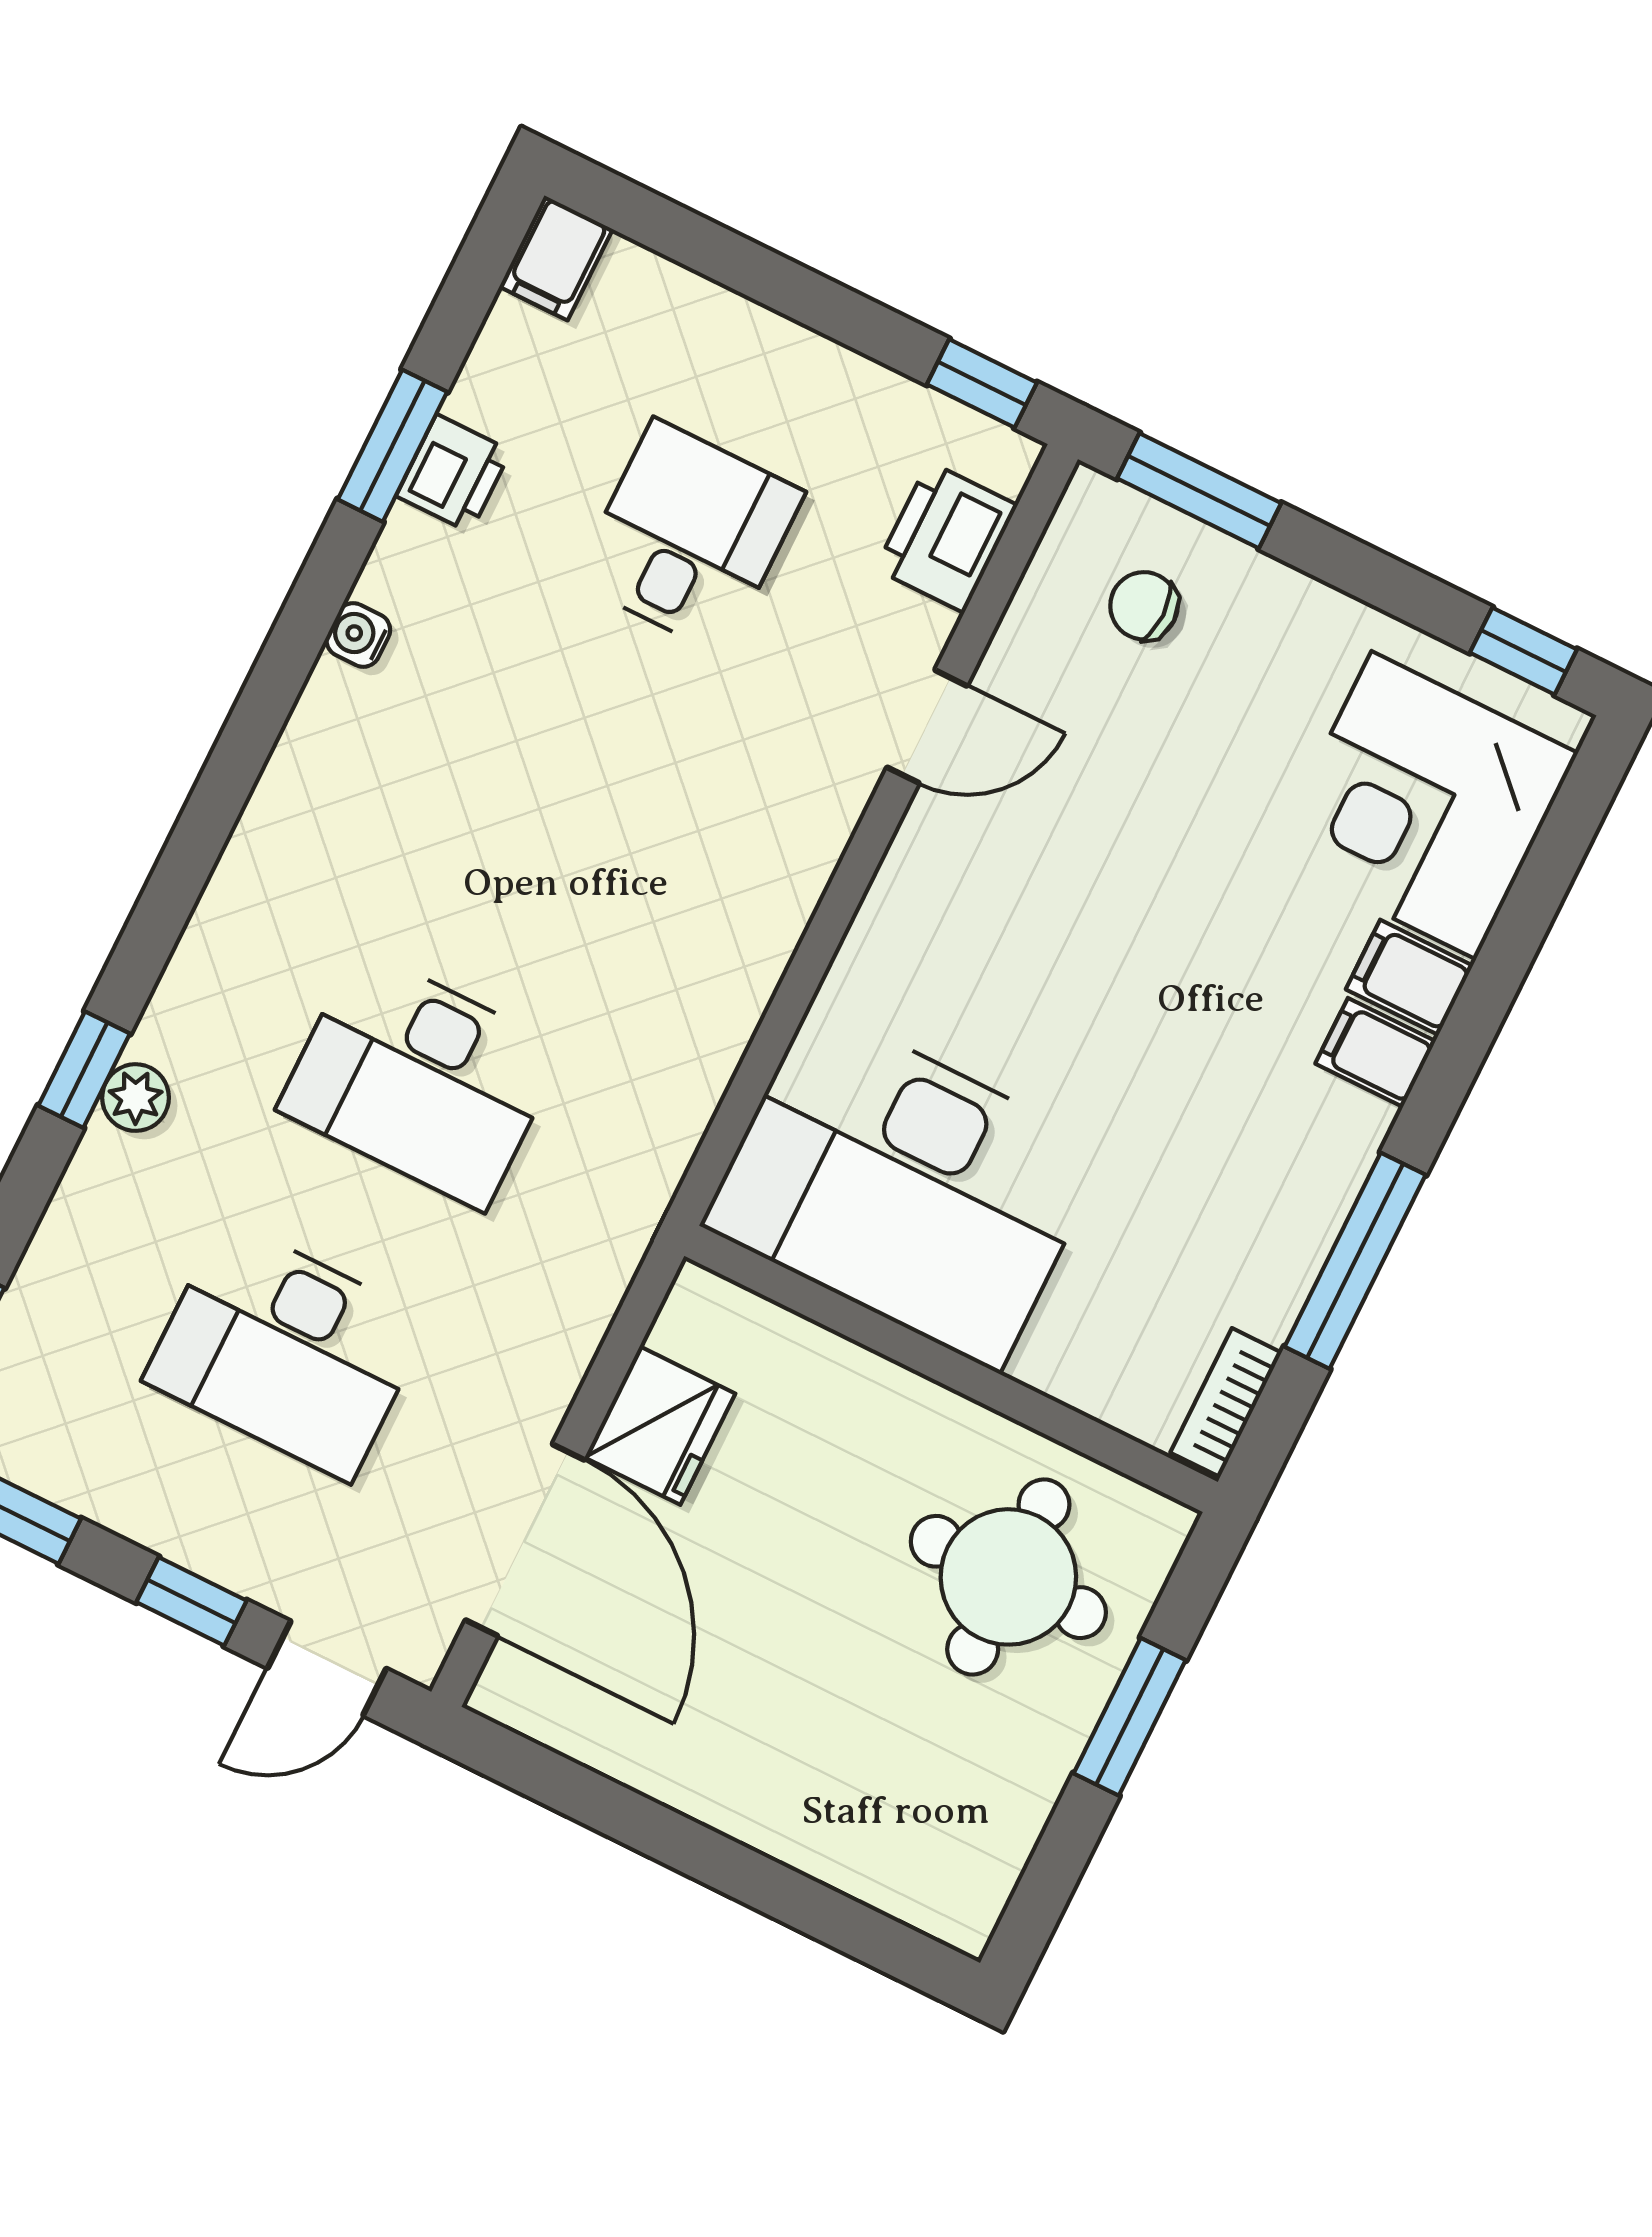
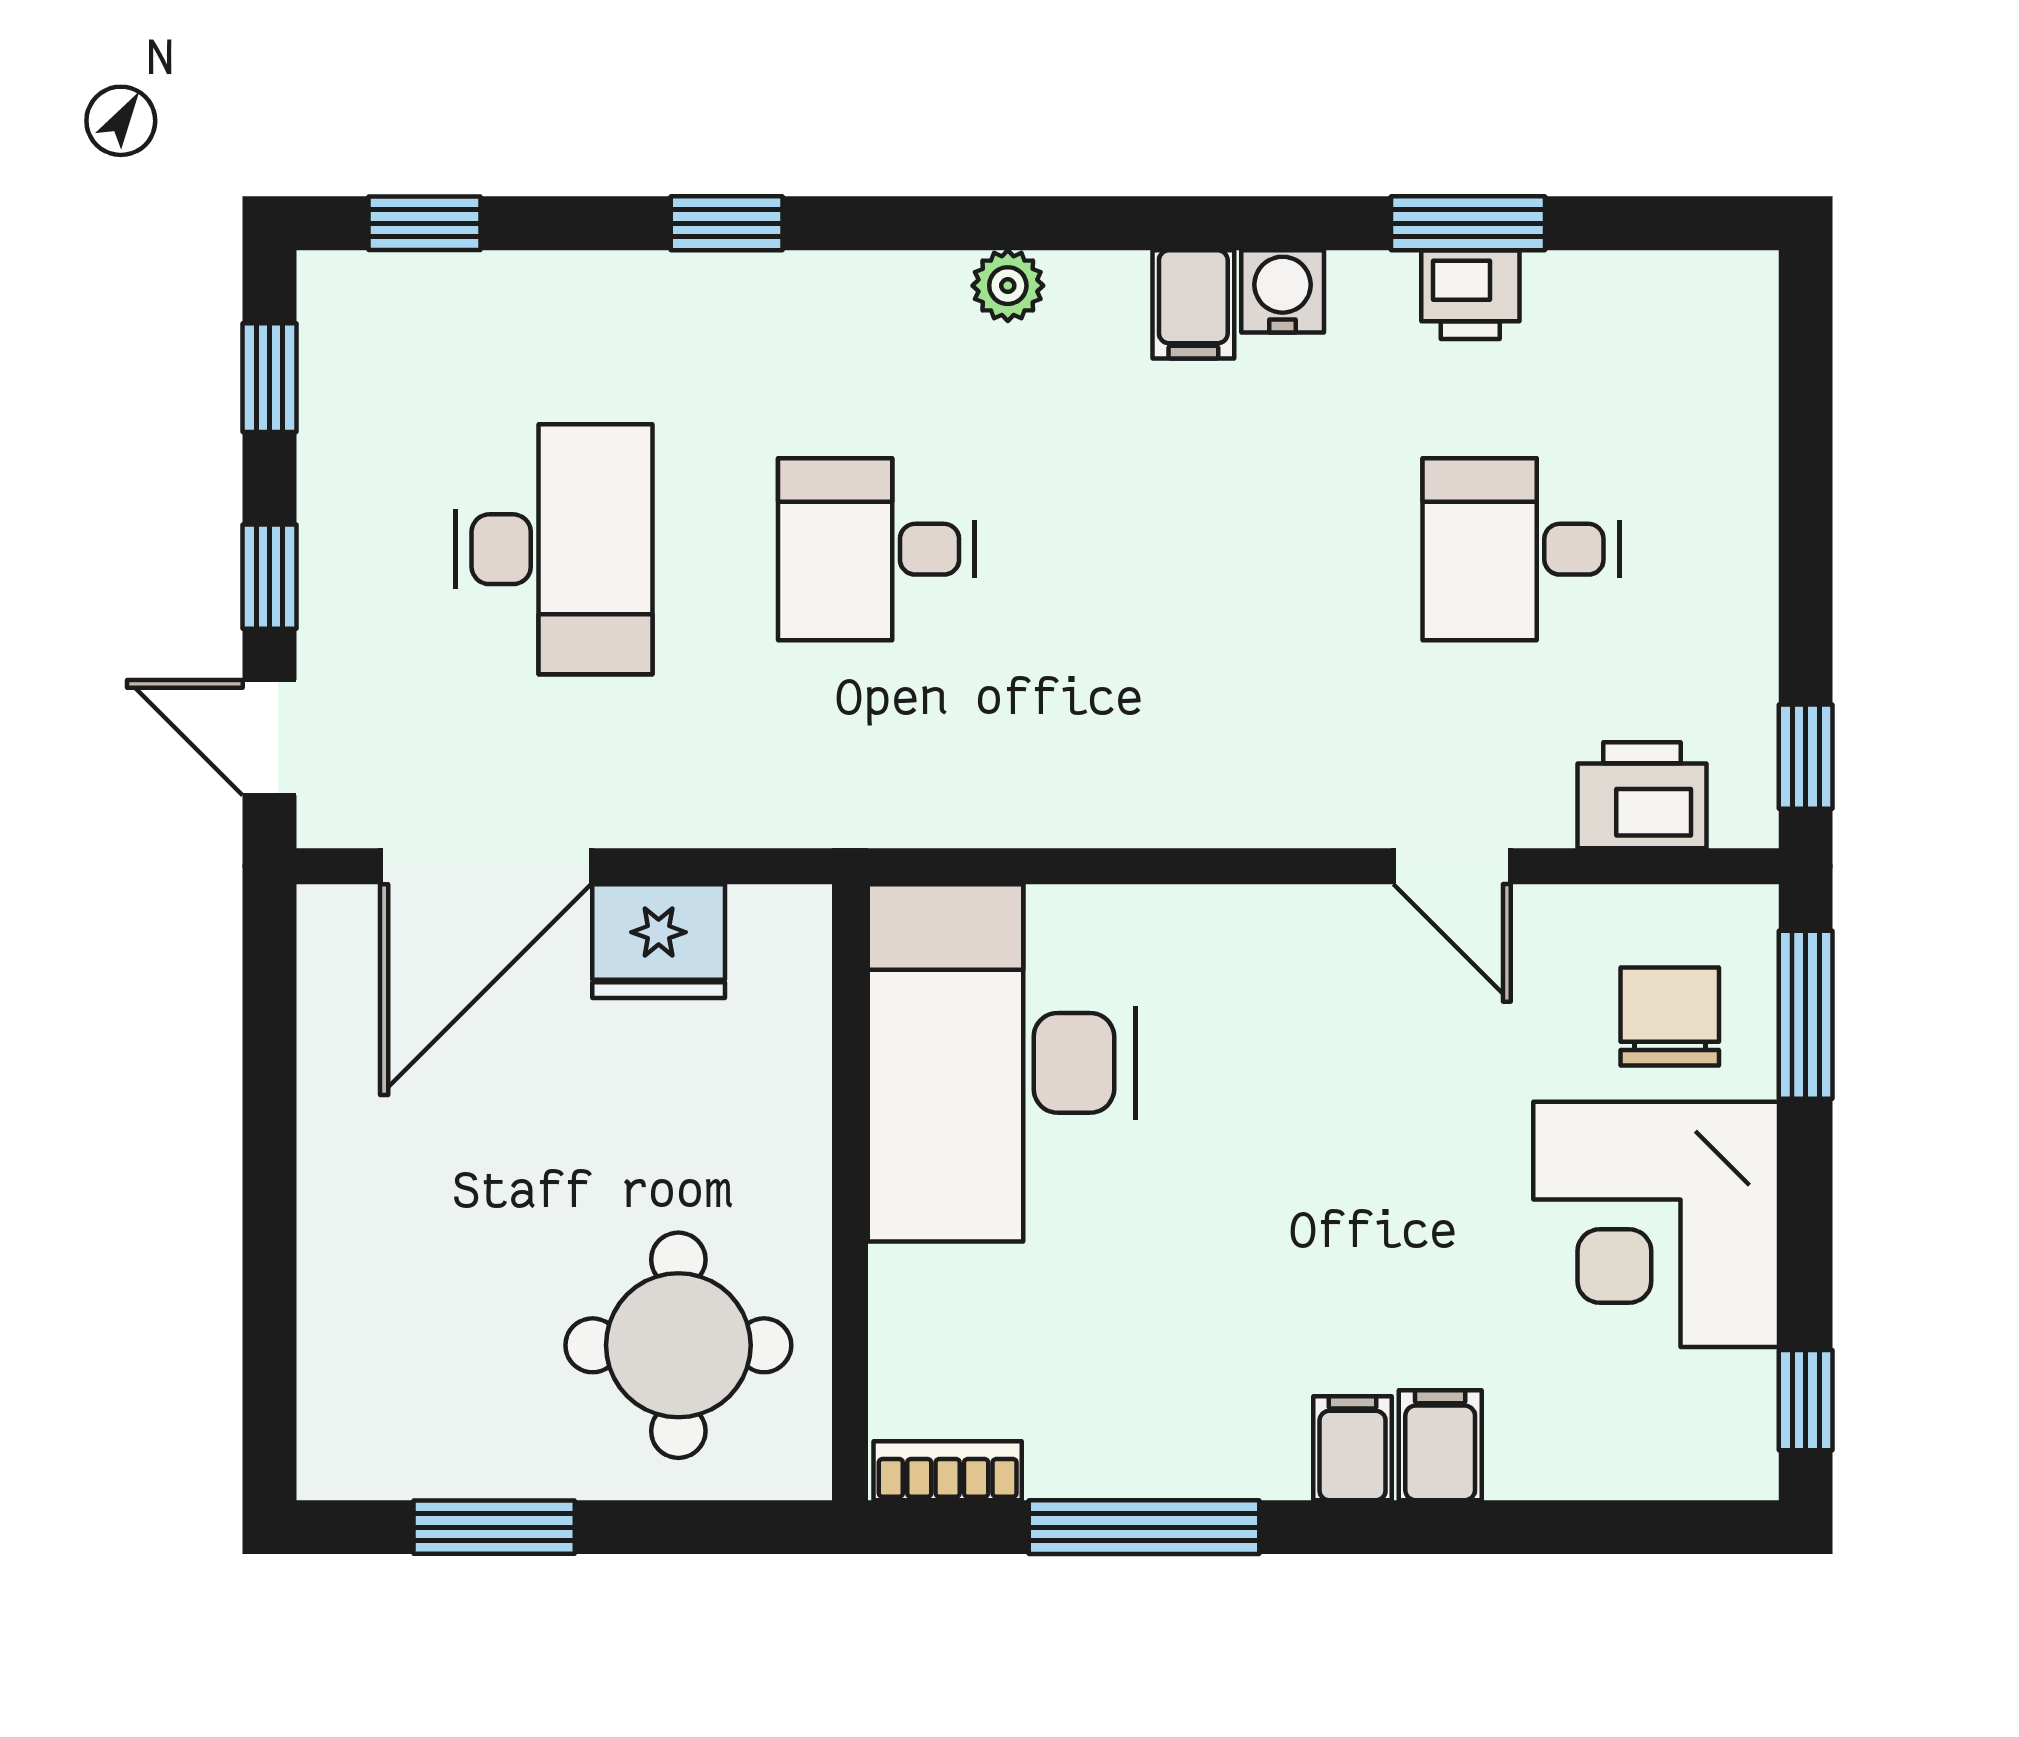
filing cabinet: (556, 258) -> (1193, 304), moved, turned -90
desk: (689, 537) -> (1521, 549), turned 180
chair: (1144, 606) -> (1670, 1016), width x1.37, depth x1.37
water cooler: (358, 635) -> (1283, 291), width x1.38, depth x1.38
corner desk: (1424, 805) -> (1656, 1224), moved, turned -90
desk: (421, 1079) -> (876, 549), width x0.73
plant: (136, 1098) -> (1008, 286), moved
desk: (287, 1350) -> (554, 549), turned 180
window: (1130, 1717) -> (494, 1527), moved

